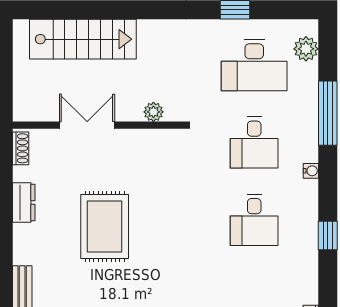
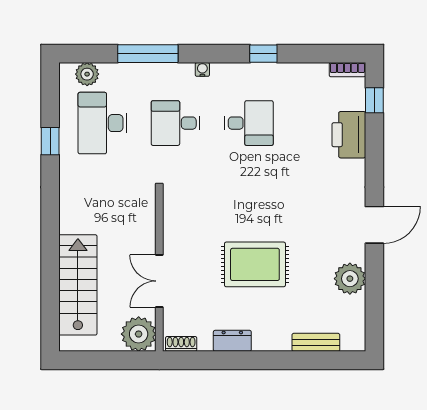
desk: (254, 65) -> (102, 123), turned 180
plant: (153, 112) -> (139, 334), moved, width x1.87, depth x1.87
desk: (254, 143) -> (176, 123), turned 180

